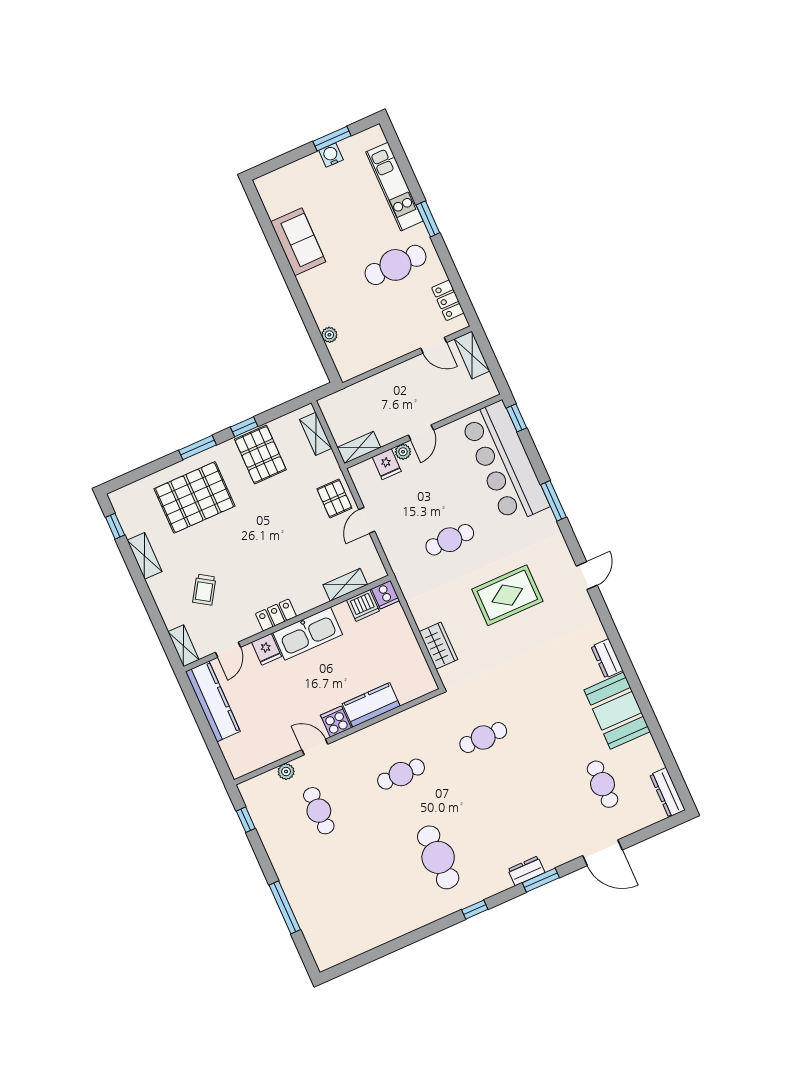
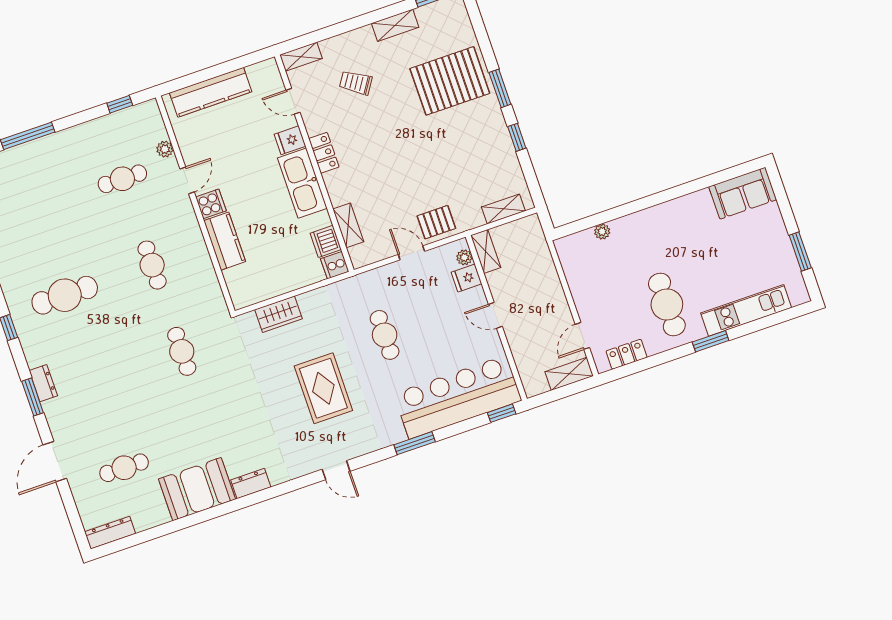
water cooler: (331, 155) -> (784, 249), removed
sofa: (298, 242) -> (743, 193), moved
plant: (403, 452) -> (464, 257), moved
pallet: (260, 455) -> (487, 151), removed
pallet: (195, 497) -> (450, 81), turned 90
kitchen counter: (213, 701) -> (211, 92), moved

